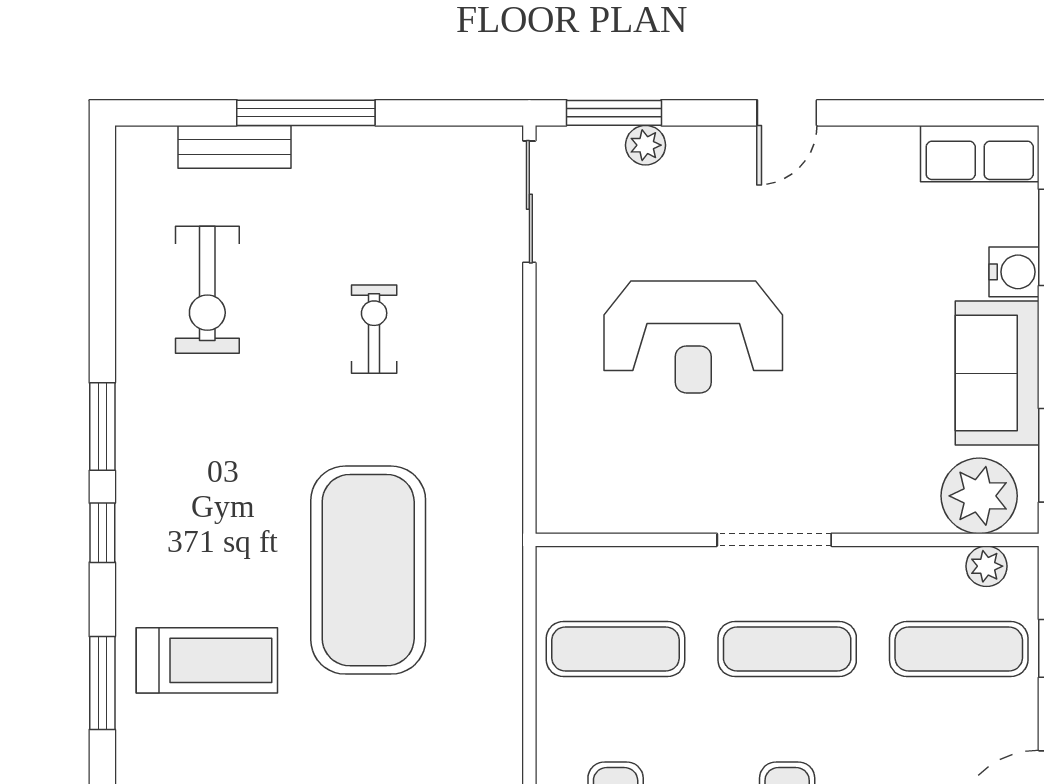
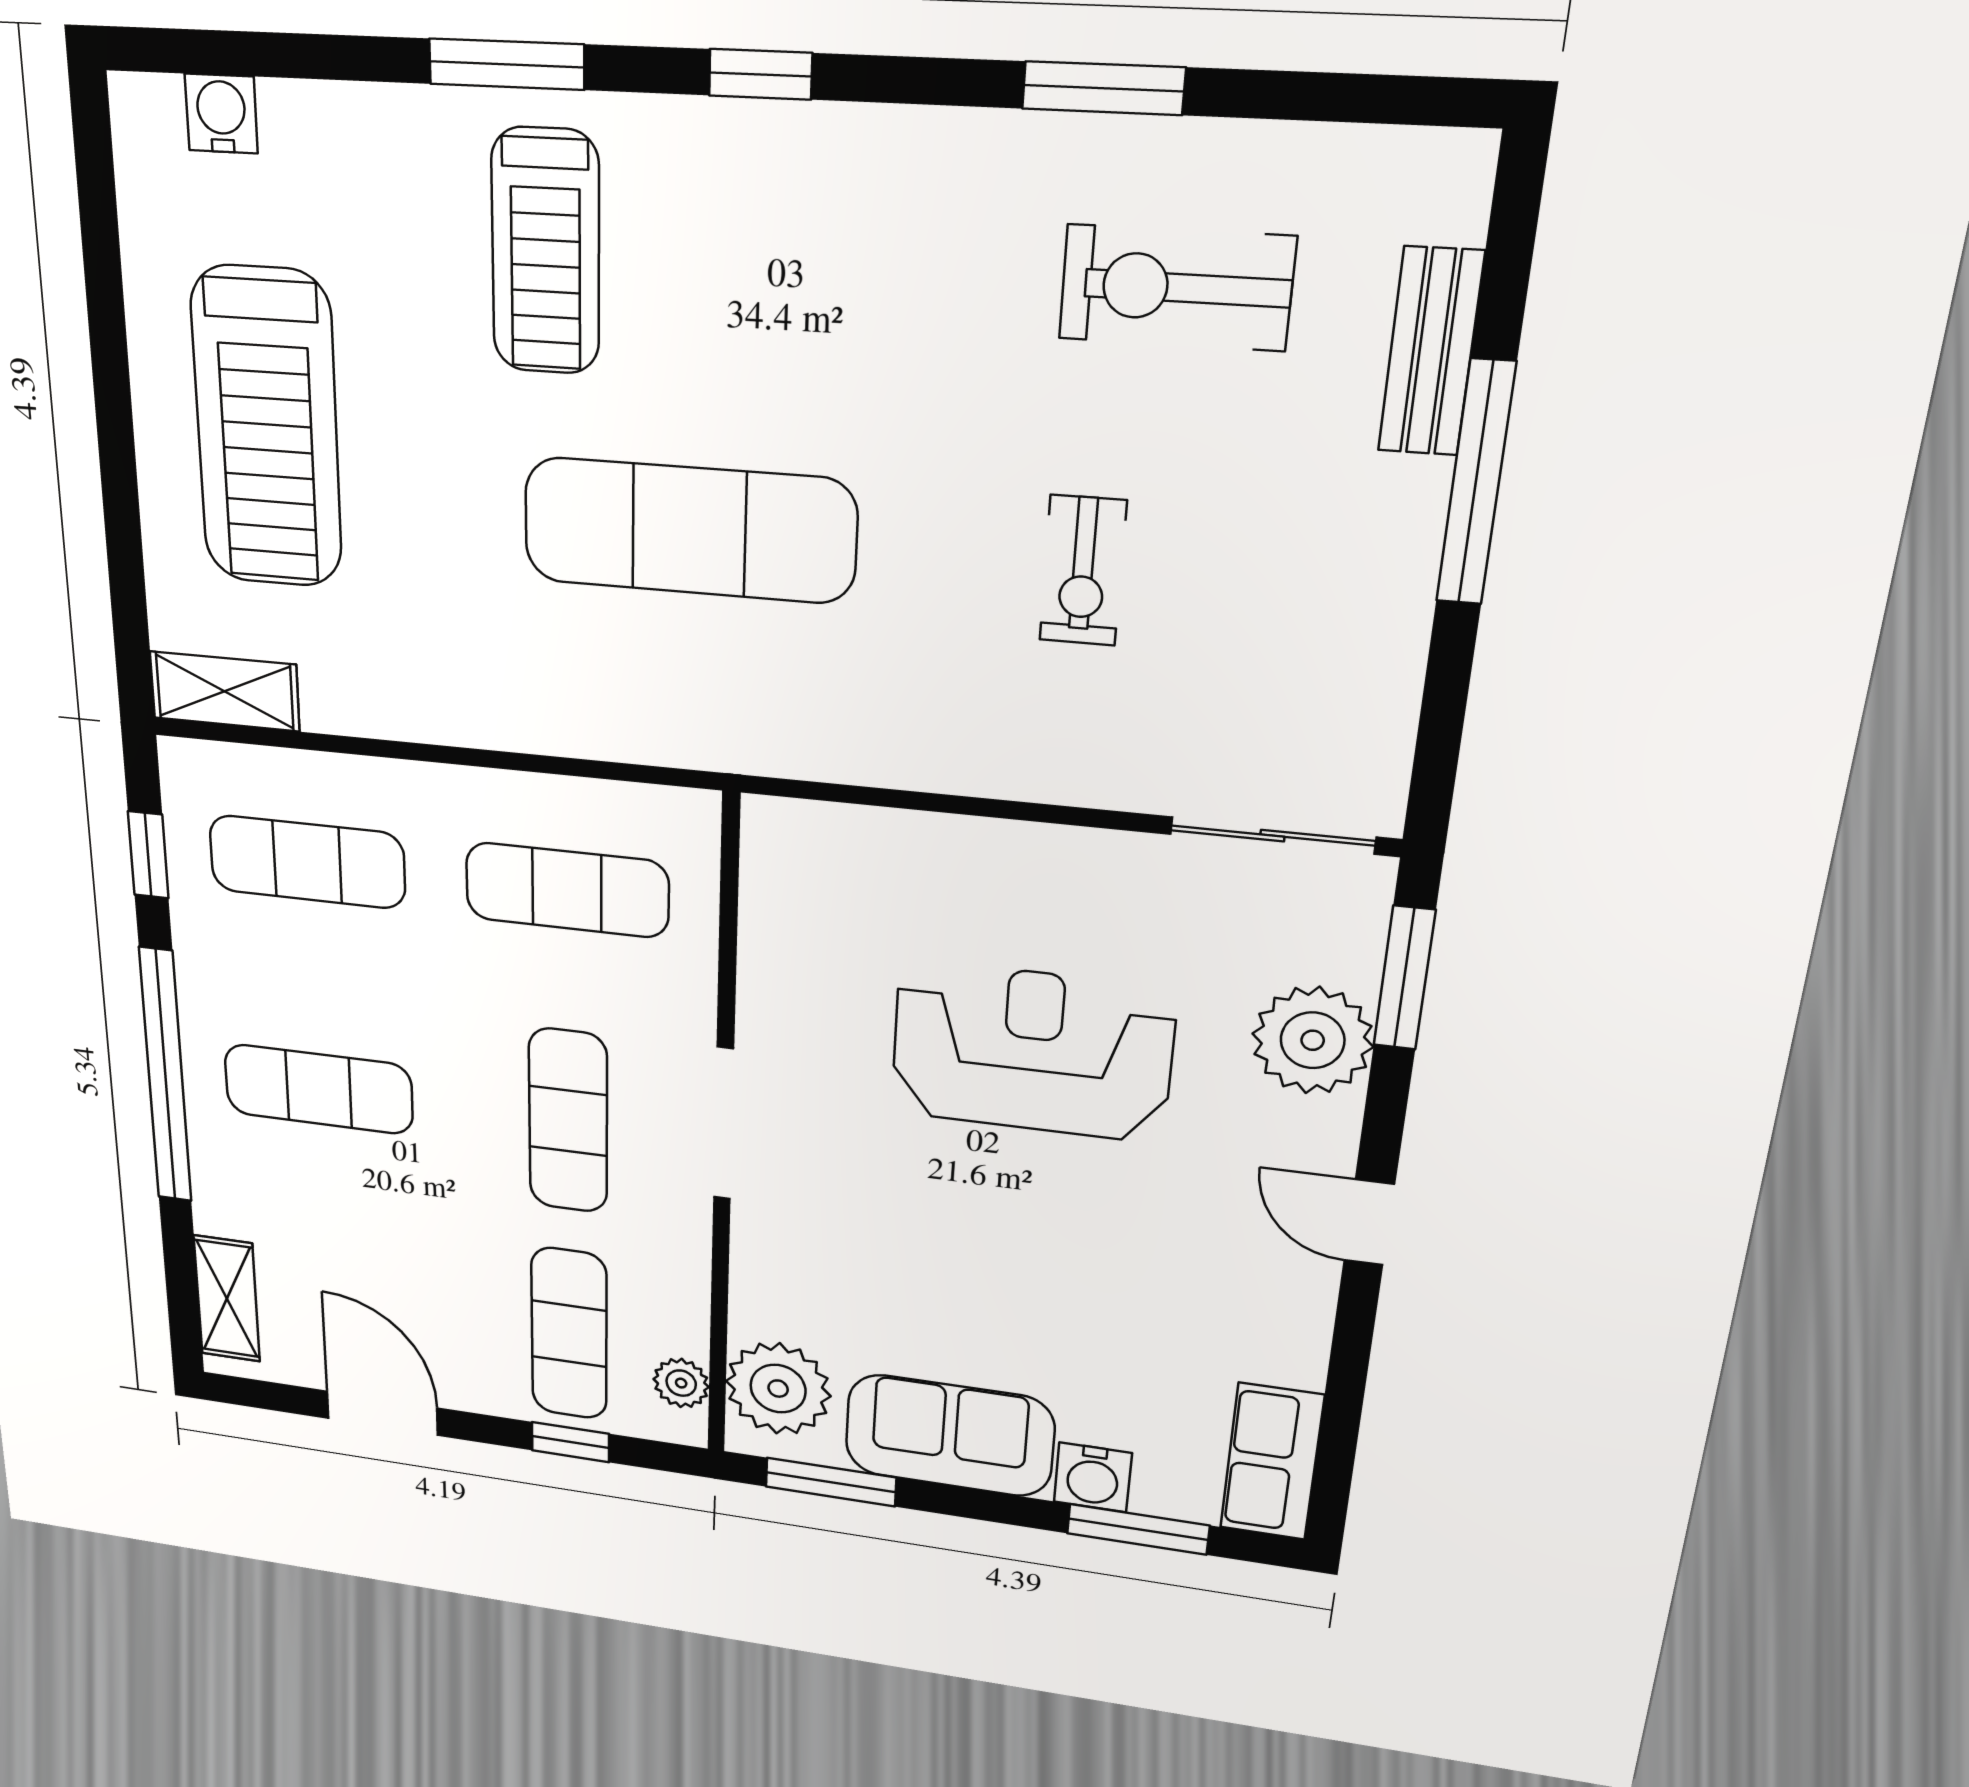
plant: (646, 145) -> (1313, 1040), width x1.88, depth x1.88
exercise bike: (374, 329) -> (1083, 571), turned 90
reception desk: (693, 337) -> (1032, 1051), turned 90
window: (102, 427) -> (1103, 88), moved
exercise mat: (368, 570) -> (689, 530), width x0.68
exercise mat: (616, 649) -> (567, 890), turned 90

